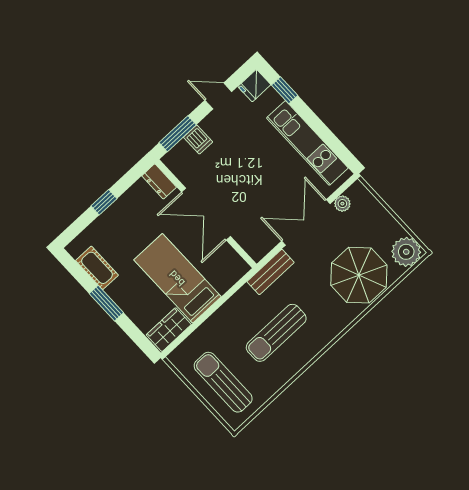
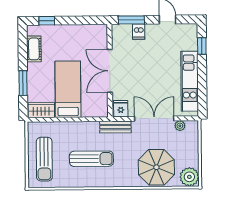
fridge: (254, 86) -> (121, 109), moved, turned 90
dresser: (159, 181) -> (102, 35), removed
window: (104, 202) -> (47, 21), moved
window: (106, 303) -> (23, 83), moved
sun lounger: (276, 333) -> (91, 159), turned 180
sun lounger: (223, 382) -> (44, 159), turned 180

